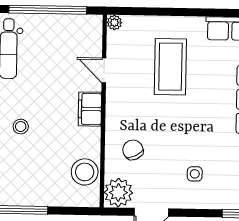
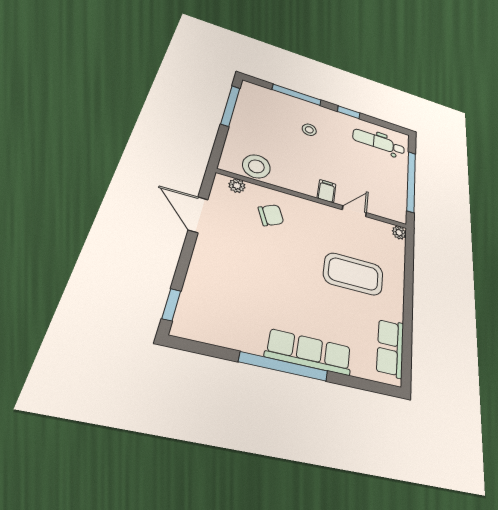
filing cabinet: (90, 109) -> (327, 191), width x0.50
side table: (195, 174) -> (232, 270), removed
plant: (118, 193) -> (237, 186), width x0.53, depth x0.53

